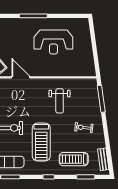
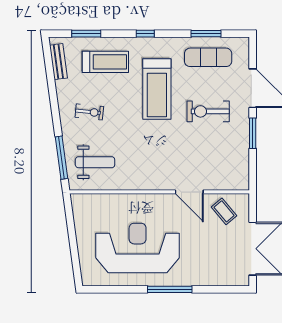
reception desk: (53, 42) -> (138, 248), width x1.36, depth x1.30
weight bench: (60, 101) -> (95, 162), moved, turned 90
treadmill: (41, 142) -> (157, 89), turned 180

